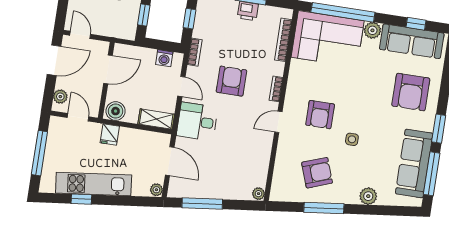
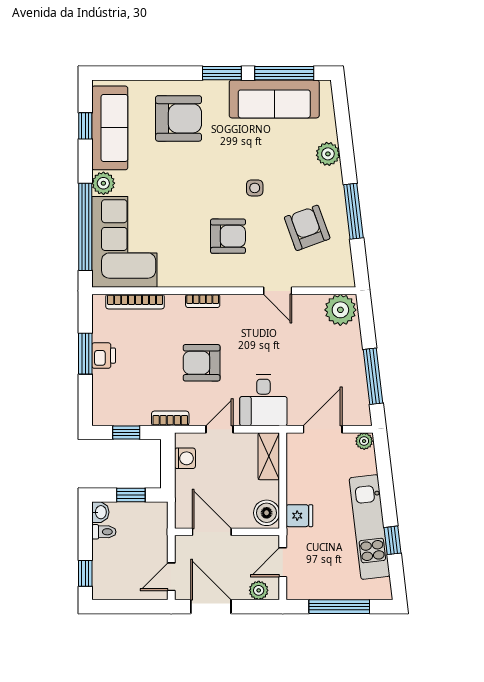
door: (278, 122) -> (278, 291), moved
plant: (258, 194) -> (340, 310), width x1.88, depth x1.88

